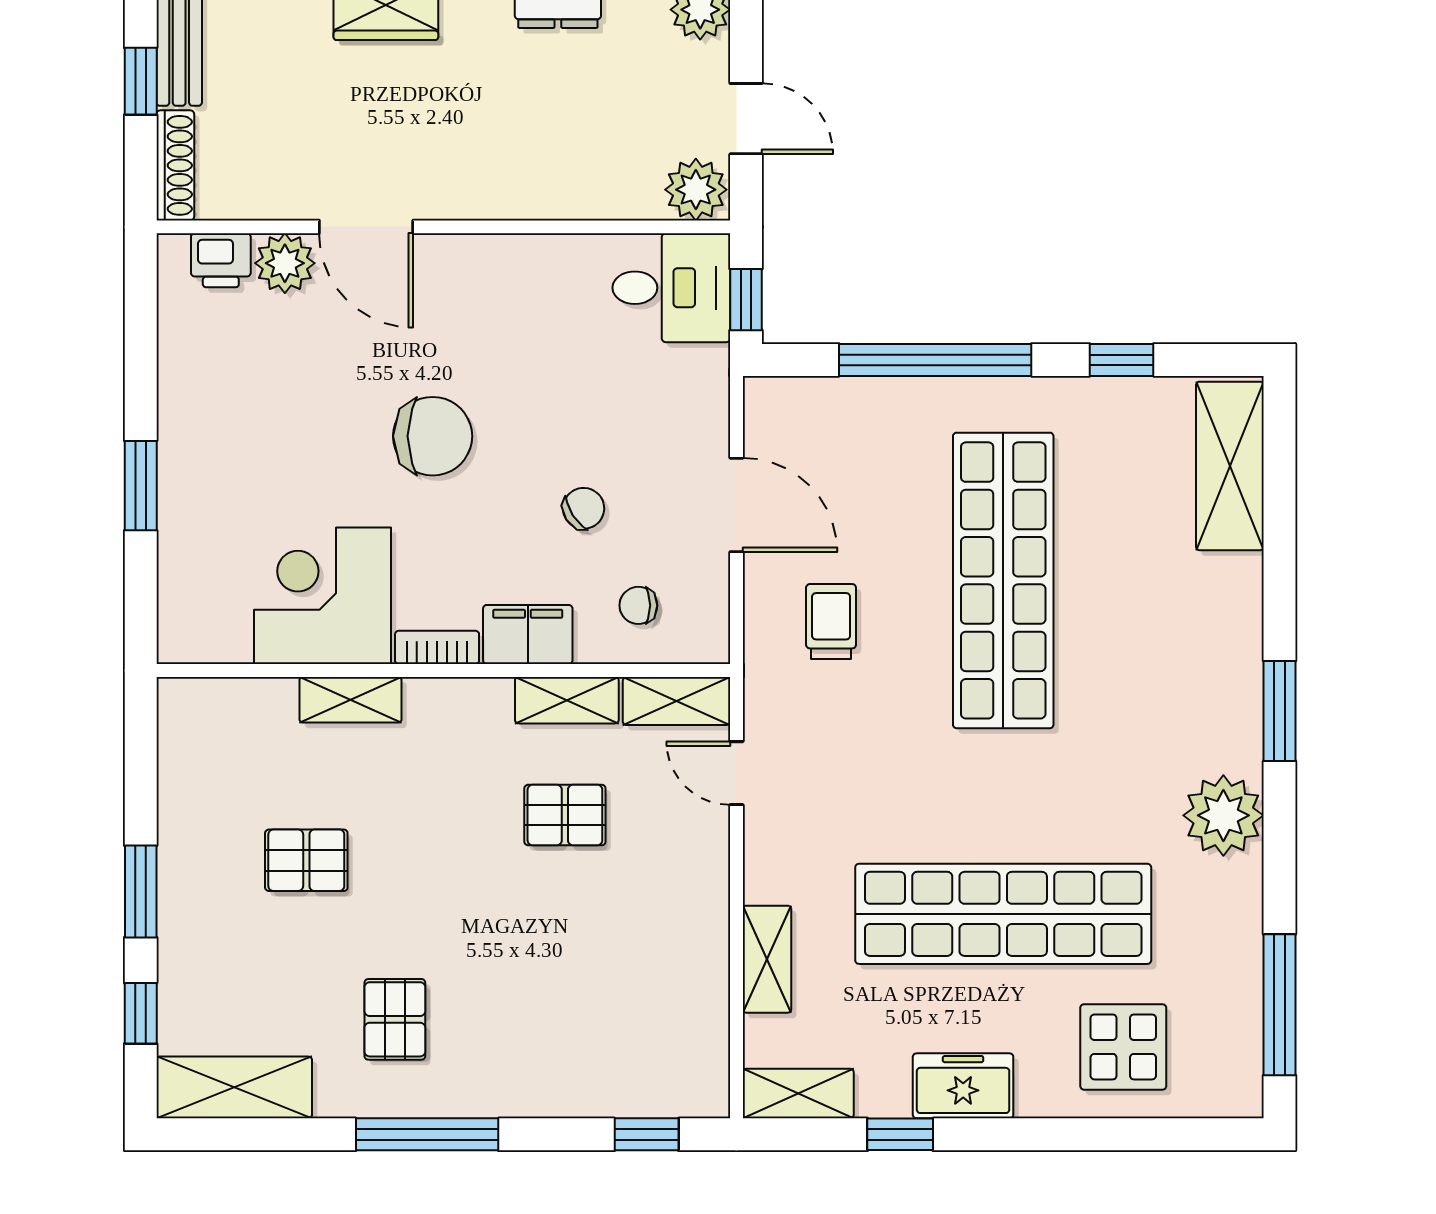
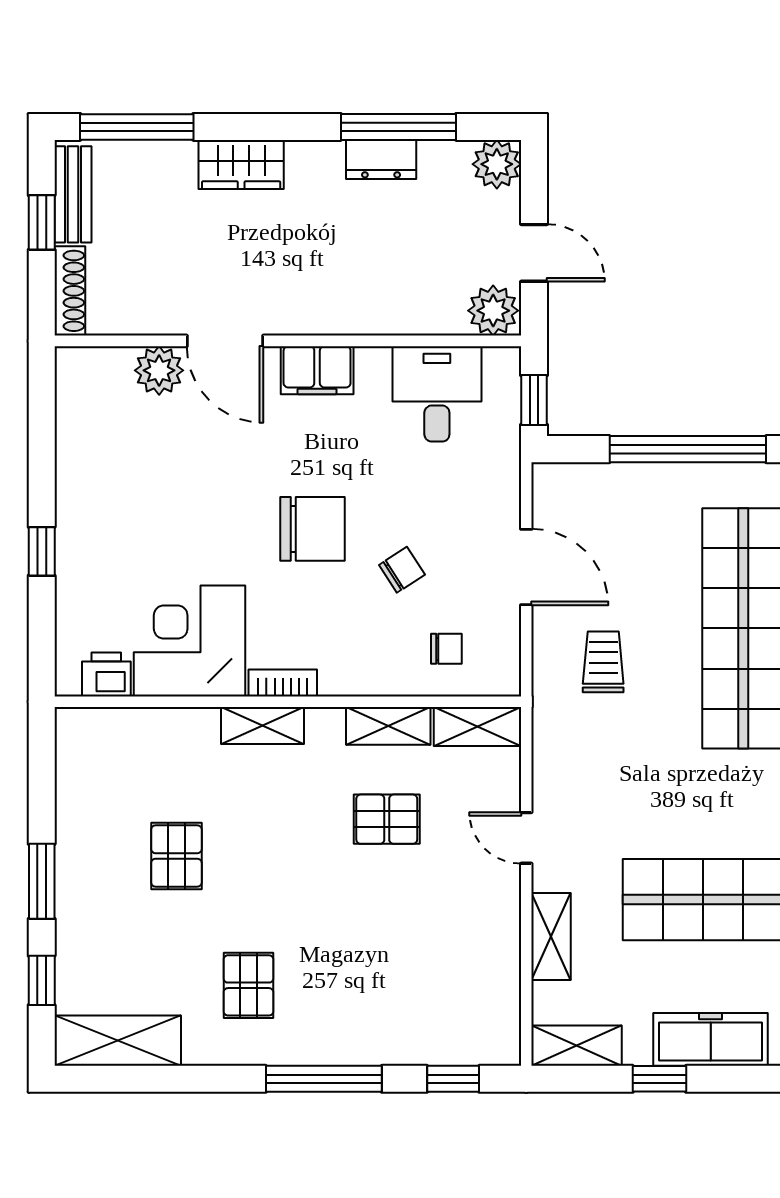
printer: (221, 260) -> (106, 675), moved, turned 180
desk: (671, 288) -> (437, 394), moved, turned -90
chair: (433, 436) -> (313, 529), moved
window: (141, 486) -> (42, 551), width x0.67
chair: (638, 605) -> (446, 649), turned 180
filing cabinet: (528, 635) -> (317, 370), moved, turned 180
shelving: (351, 700) -> (263, 725), moved
door: (736, 773) -> (526, 838), moved
pallet: (306, 860) -> (176, 856), turned 90
freezer: (963, 1086) -> (711, 1039), width x1.40
window: (427, 1134) -> (324, 1079), moved

